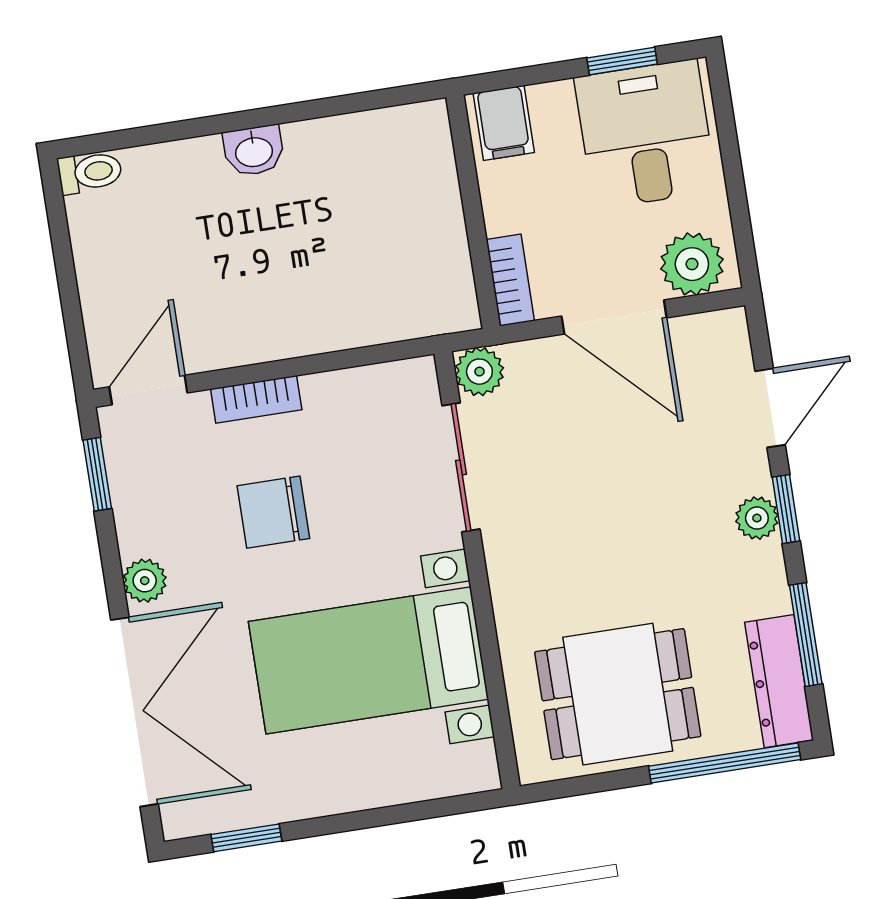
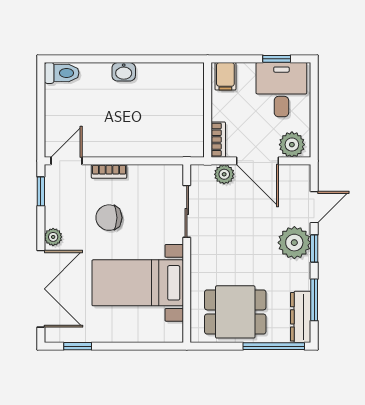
toilet: (90, 172) -> (62, 73), width x1.37, depth x1.39
plant: (479, 372) -> (224, 174), moved
plant: (757, 518) -> (294, 243), width x1.88, depth x1.88

